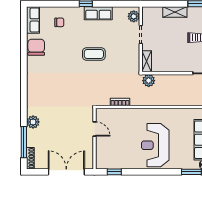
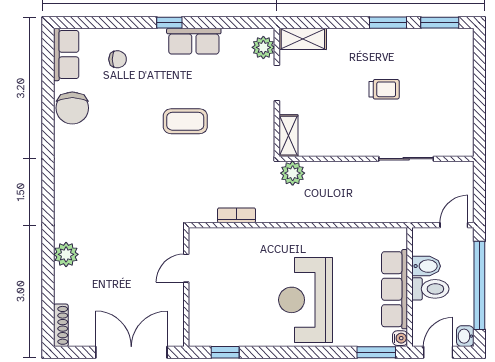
shelving: (175, 12) -> (303, 39), moved
chair: (36, 47) -> (72, 108), turned 180
door: (94, 129) -> (186, 268), swing flipped
window: (24, 142) -> (48, 294), removed

